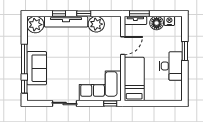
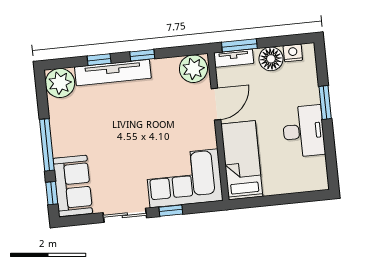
plant: (96, 24) -> (193, 69), moved
sofa: (37, 68) -> (73, 186), moved
window: (110, 103) -> (171, 211), moved

